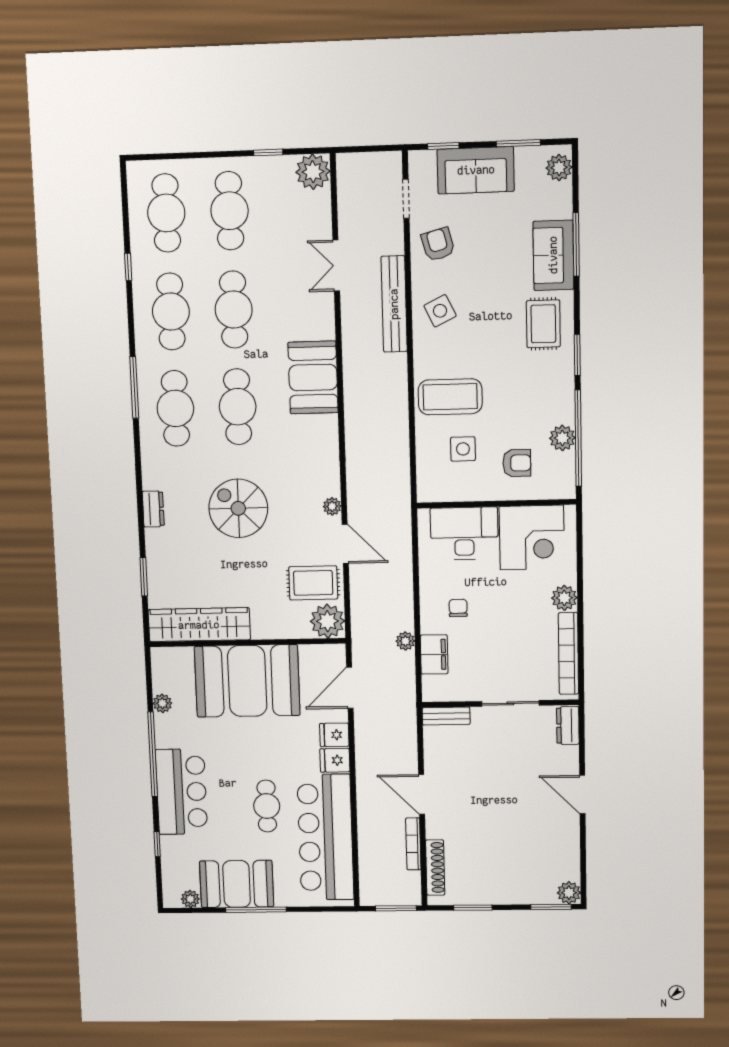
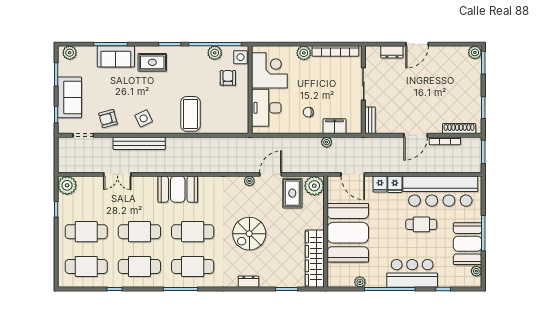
side table: (463, 449) -> (241, 57), moved
dresser: (568, 725) -> (392, 52), moved

